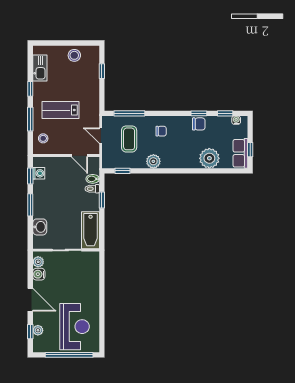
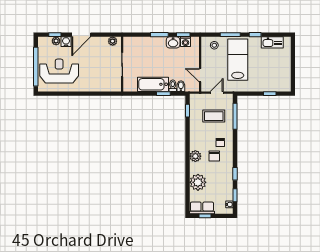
stool: (74, 55) -> (283, 71), removed
lab bench: (61, 110) -> (238, 60), width x1.36, depth x1.39
chair: (199, 124) -> (214, 156), moved
door: (80, 156) -> (200, 75), hinge flipped
plant: (153, 161) -> (195, 156), moved
washbasin: (40, 227) -> (173, 42), moved
bathtub: (91, 230) -> (153, 84), moved
water cooler: (39, 274) -> (66, 42), moved
reception desk: (74, 327) -> (59, 71), turned 180

